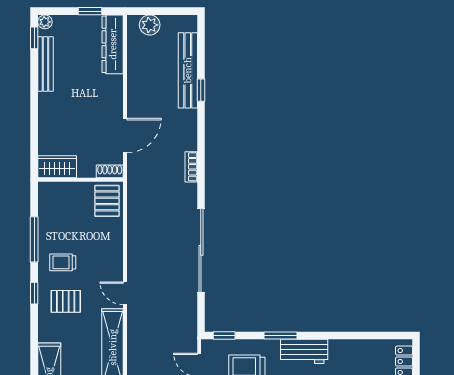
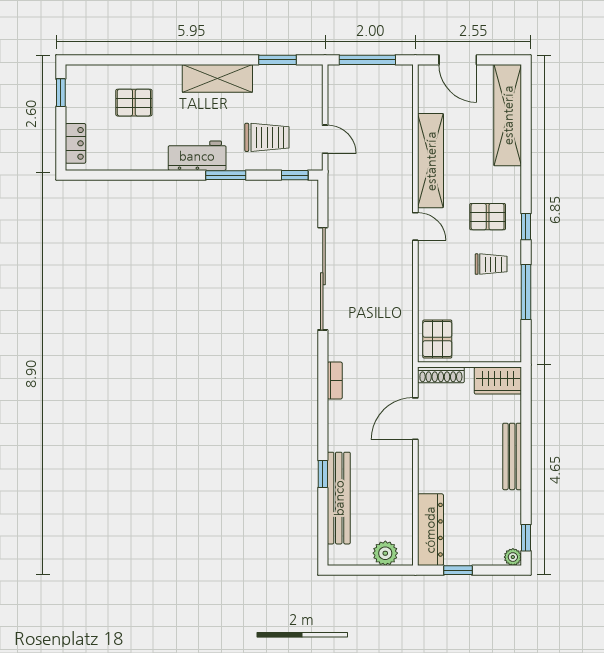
bench: (46, 64) -> (512, 456), moved
shoe rack: (110, 171) -> (441, 375), width x1.43

